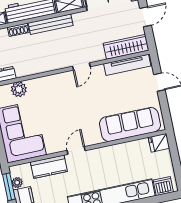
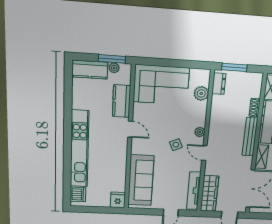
plant: (60, 78) -> (200, 132), added
side table: (80, 99) -> (176, 145), added

